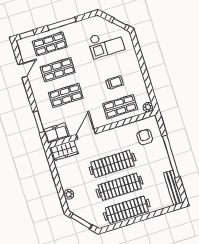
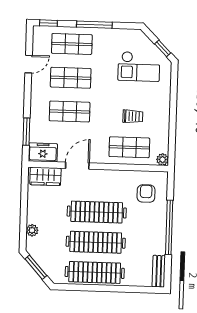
bench: (173, 188) -> (159, 271), width x0.73

